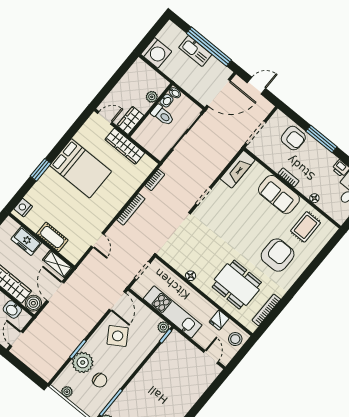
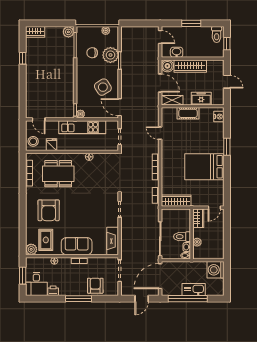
armchair: (293, 138) -> (95, 286), turned 90
wardrobe: (125, 146) -> (176, 201), moved
plant: (328, 230) -> (31, 249), added

